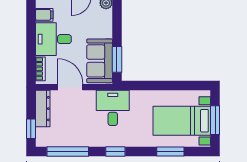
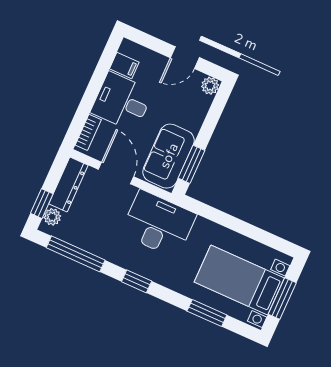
desk: (113, 108) -> (158, 224), width x1.37
plant: (42, 134) -> (52, 217), added

